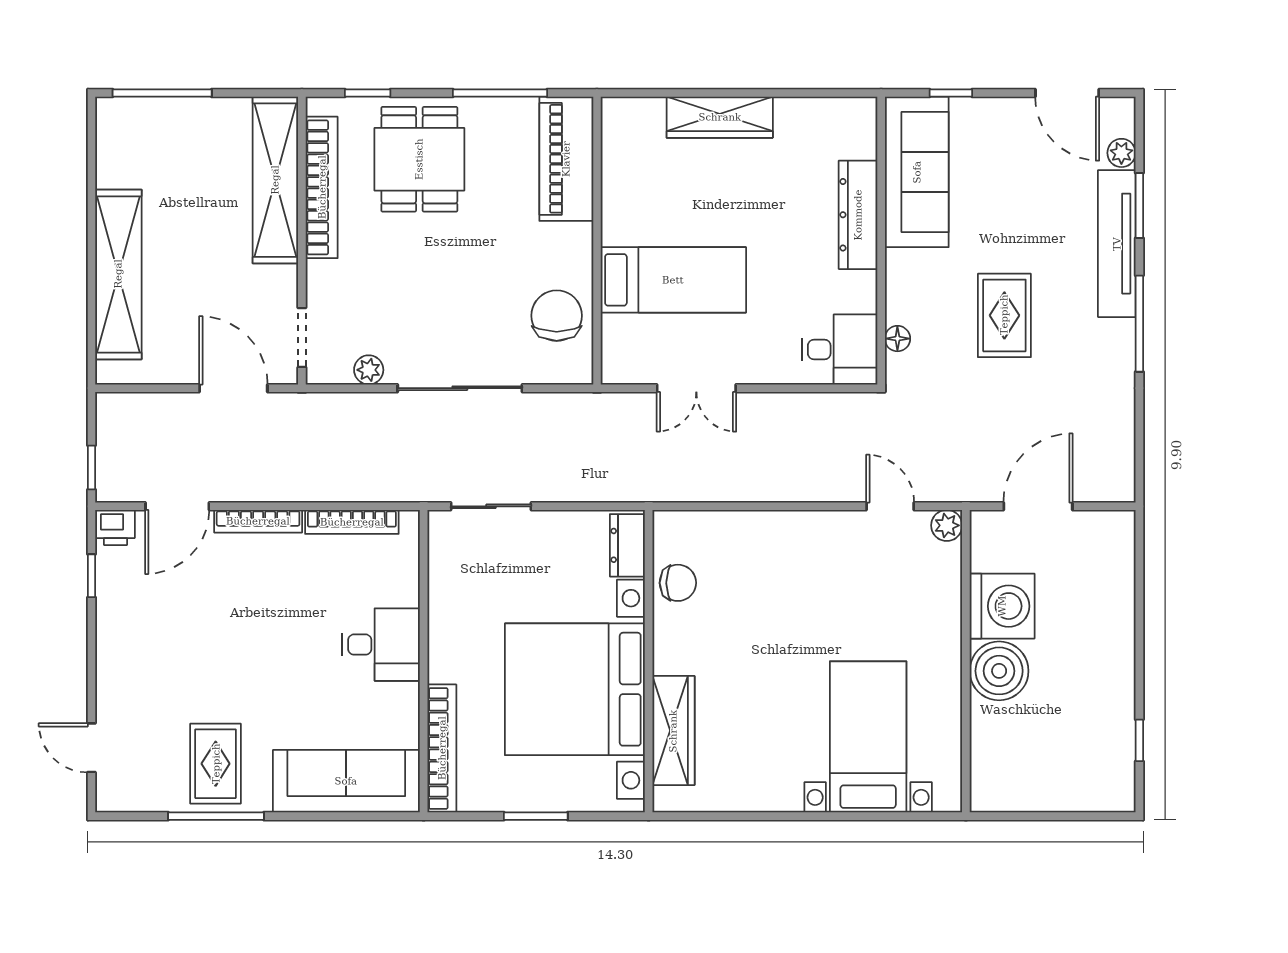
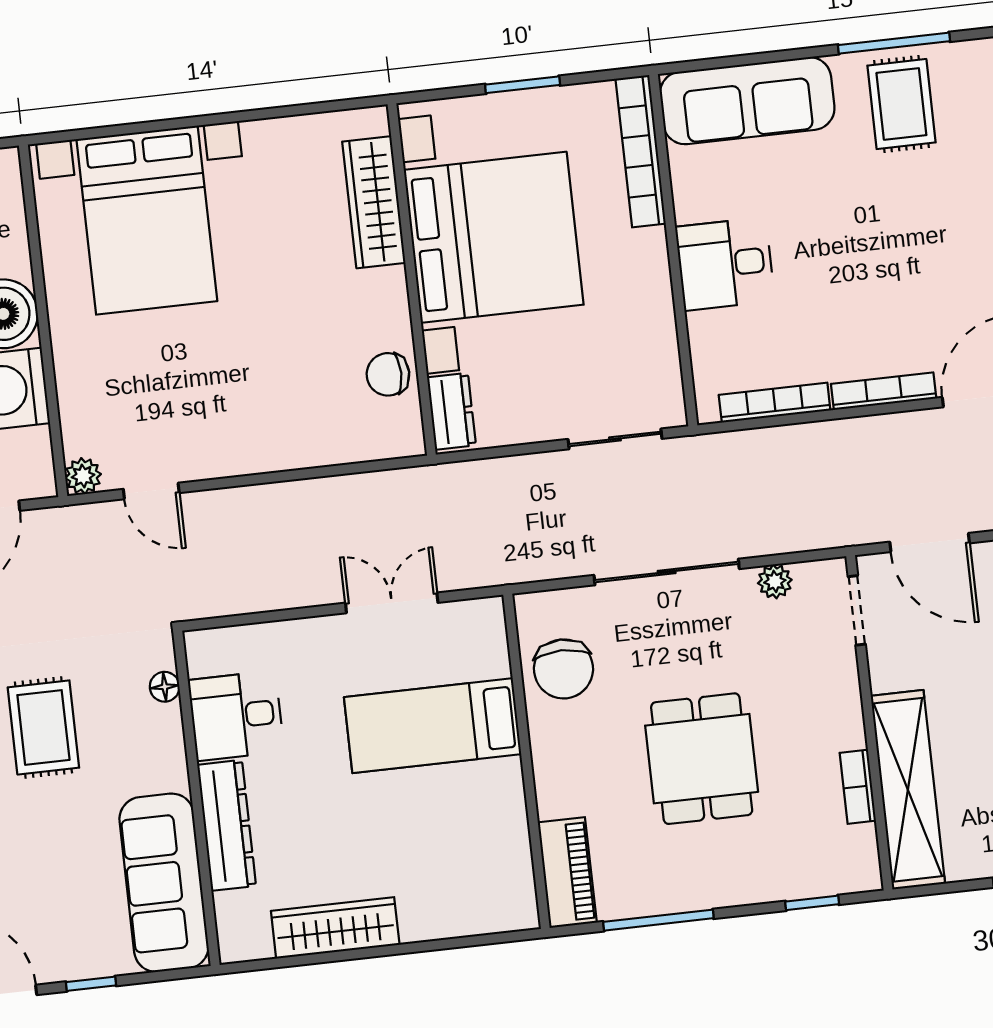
window: (951, 93) -> (91, 984), moved
wardrobe: (720, 117) -> (335, 928), moved
dining table: (419, 159) -> (702, 759), moved
piano: (566, 159) -> (567, 873), width x0.73, depth x0.75
bookcase: (322, 187) -> (858, 787), width x0.43, depth x0.76
desk: (840, 349) -> (236, 716), moved
bed with nightstands: (868, 737) -> (147, 220), width x1.36

